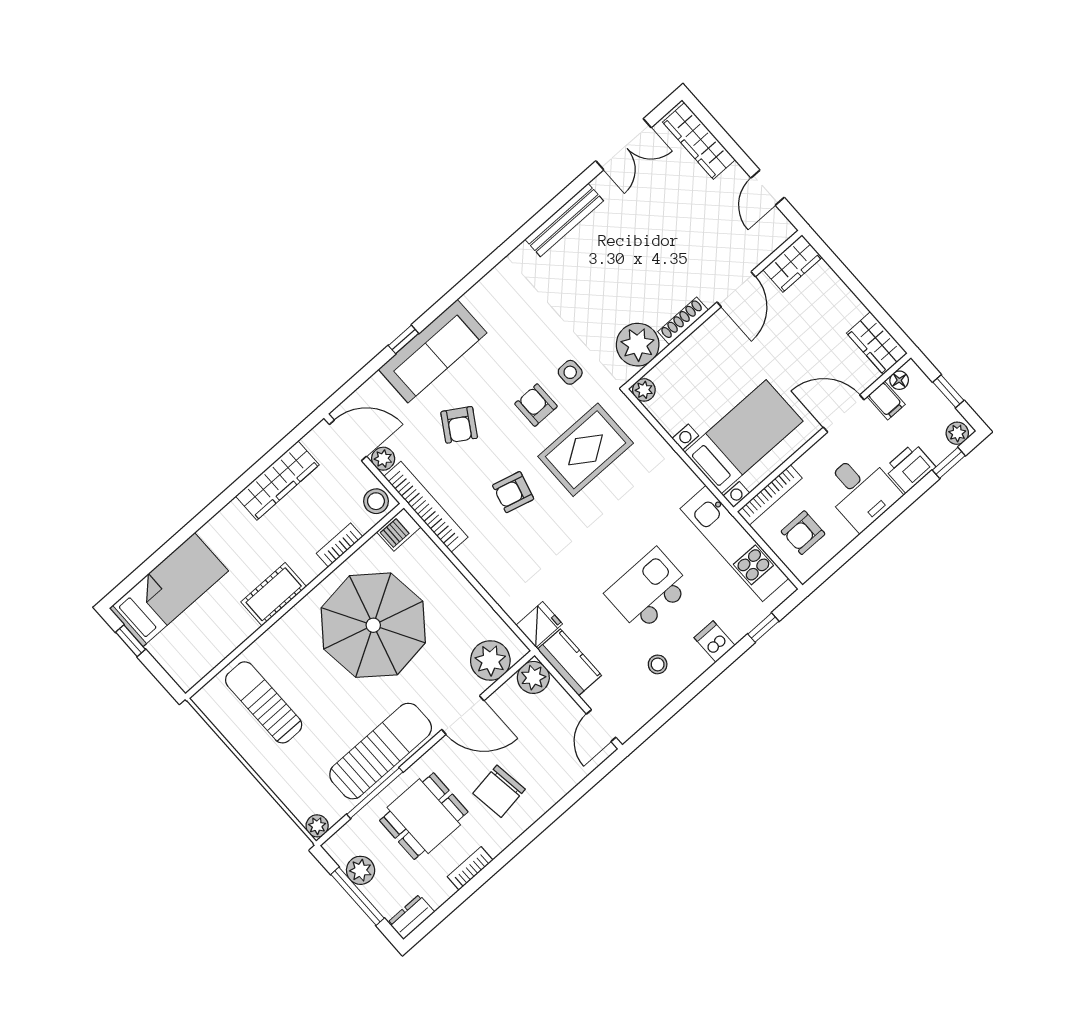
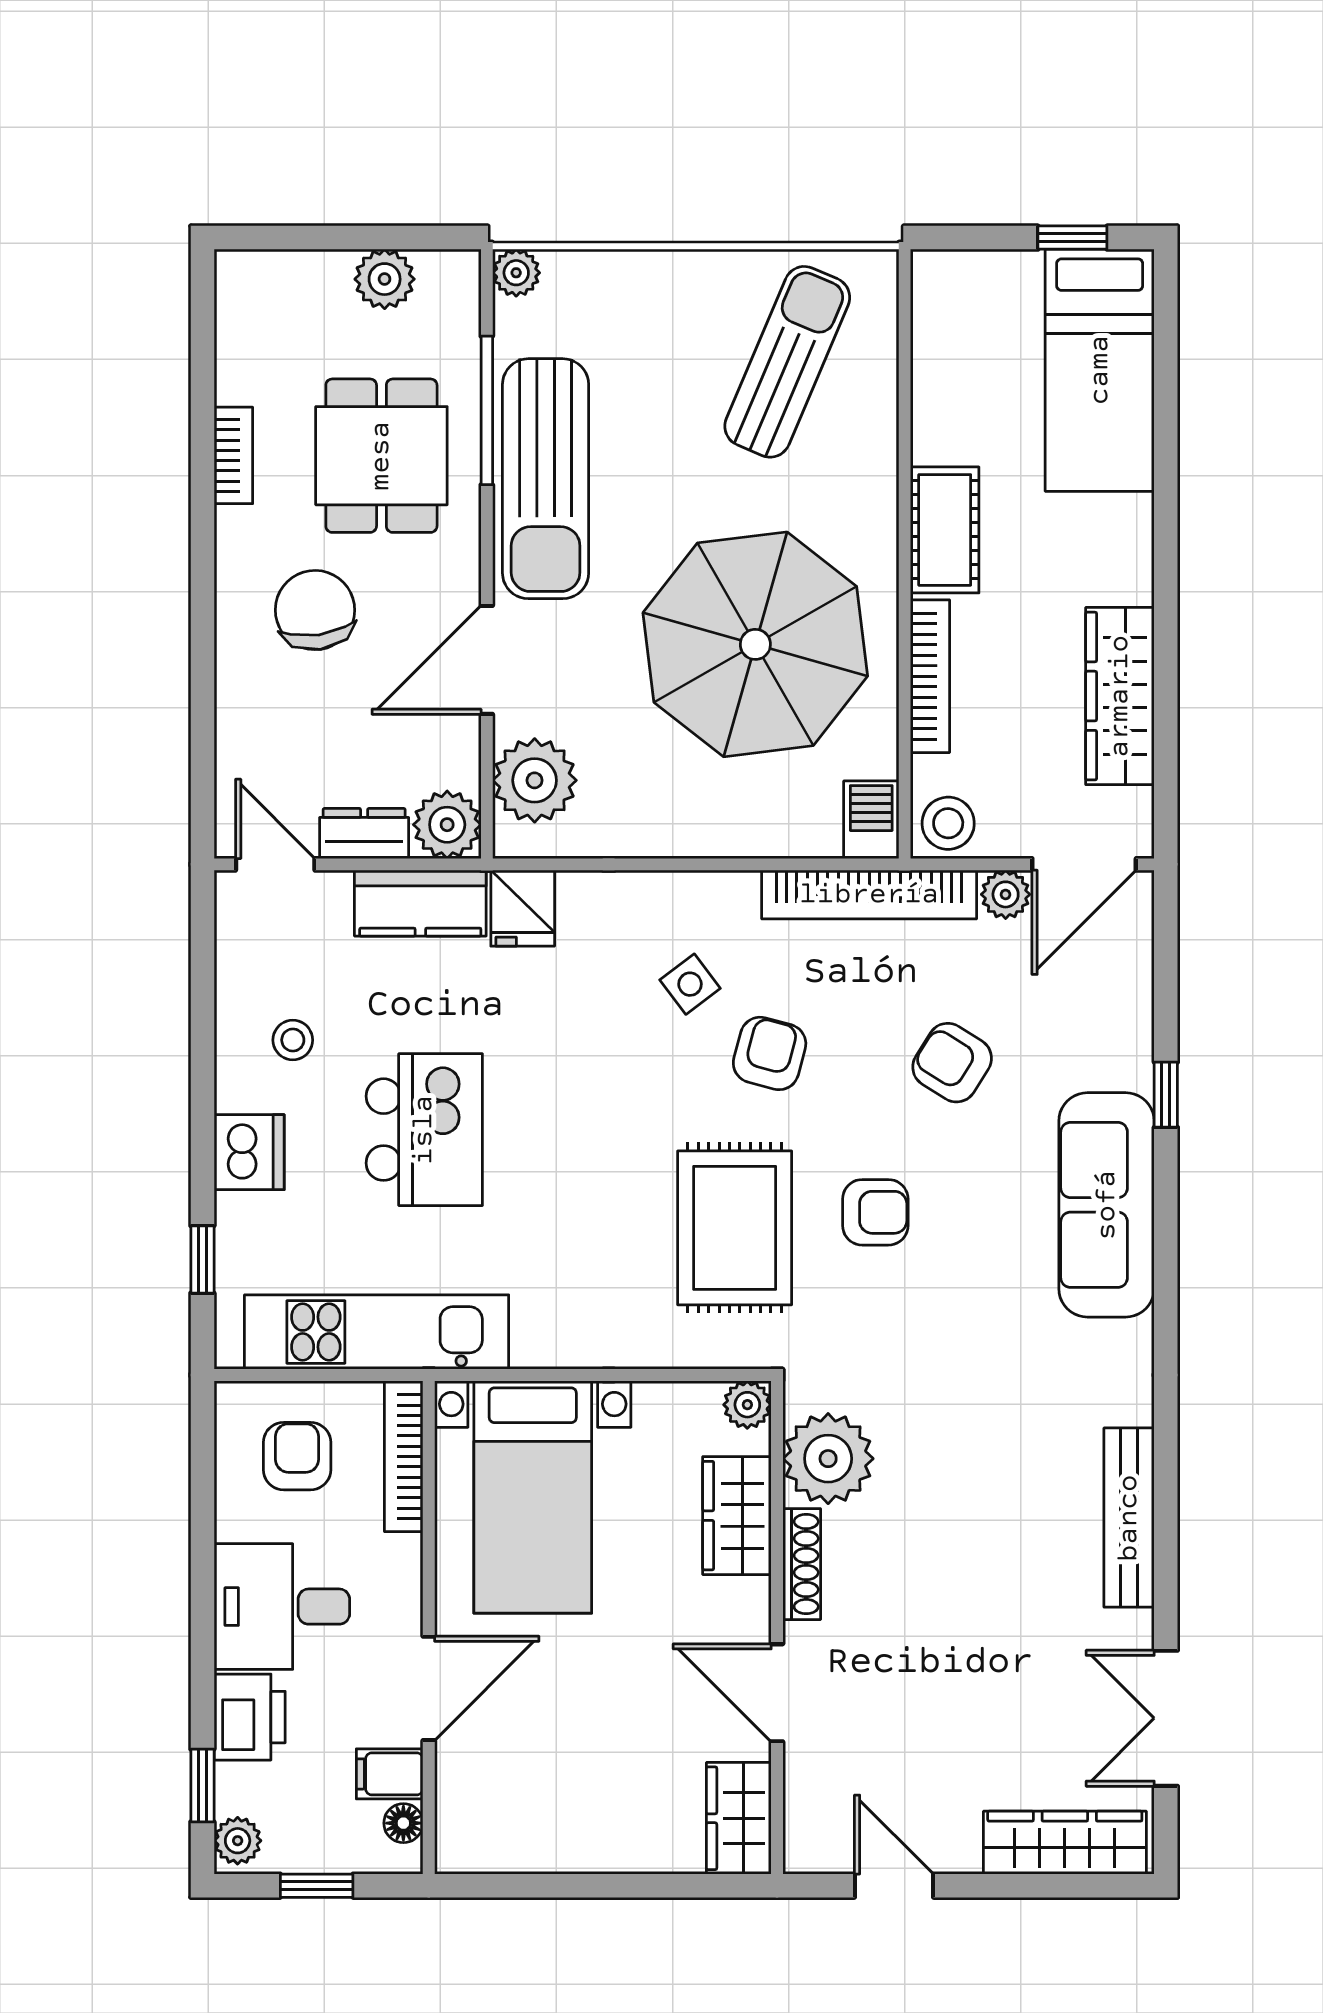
wardrobe: (877, 343) -> (737, 1516), moved, turned -90
sofa: (433, 351) -> (1107, 1205), moved
side table: (570, 372) -> (690, 984), moved, turned -37
bookcase: (340, 545) -> (930, 676), width x1.56
dishwasher: (714, 641) -> (249, 1152), width x1.38
sun lounger: (264, 702) -> (787, 362), turned -67
window: (357, 896) -> (348, 238), removed
dresser: (411, 917) -> (364, 833), moved, turned -90

